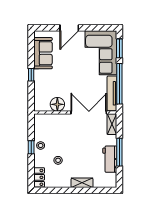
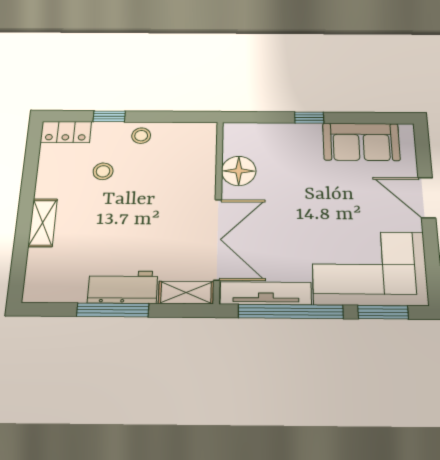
window: (31, 147) -> (109, 116), moved
workbench: (110, 159) -> (123, 287), moved

